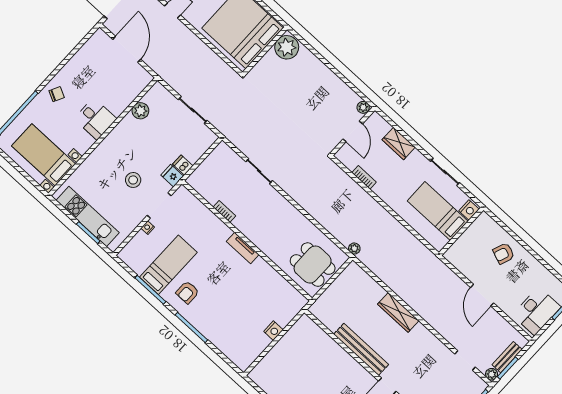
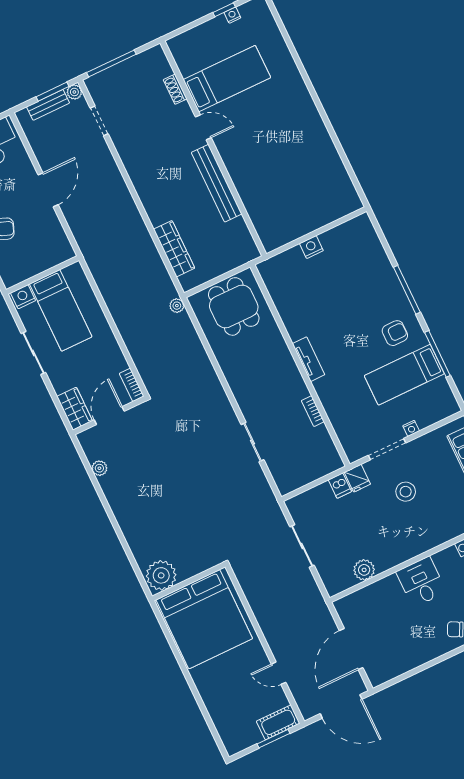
door: (353, 131) -> (109, 416), moved
wall: (353, 132) -> (109, 415), moved
wardrobe: (398, 312) -> (174, 249), moved

